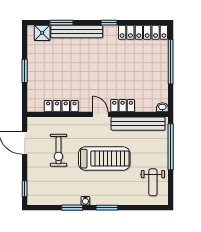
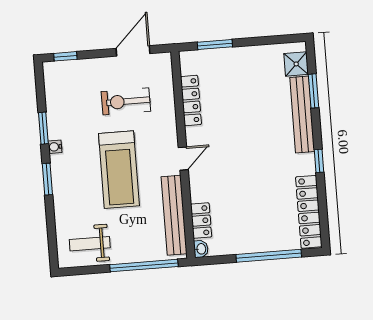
window: (25, 71) -> (215, 45), moved
locker: (123, 106) -> (201, 221), moved

